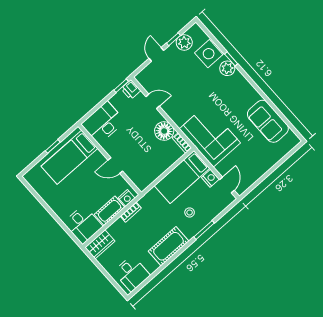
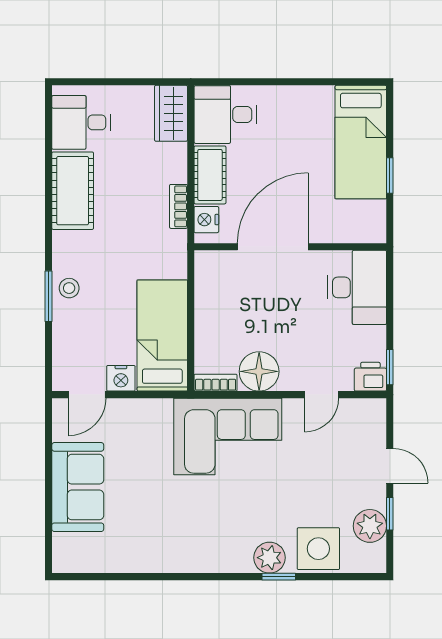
sofa: (268, 121) -> (78, 487), moved, turned 90
corner sofa: (210, 136) -> (228, 436), moved
bed: (69, 157) -> (361, 142), moved, turned 180
door: (115, 166) -> (273, 247), width x1.88
door: (227, 185) -> (87, 395), hinge flipped
stool: (190, 212) -> (69, 288), moved
cot: (168, 246) -> (73, 191), moved

